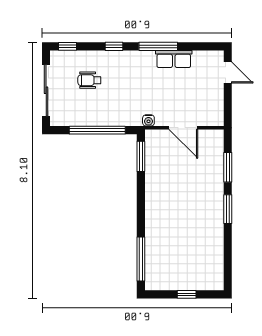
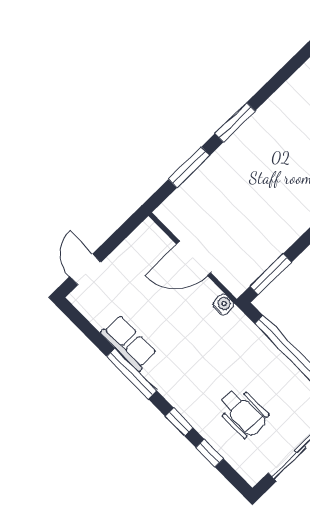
window: (67, 46) -> (210, 453), moved
wheelchair: (89, 80) -> (243, 413), width x1.36, depth x1.37
door: (183, 128) -> (194, 258), swing flipped

